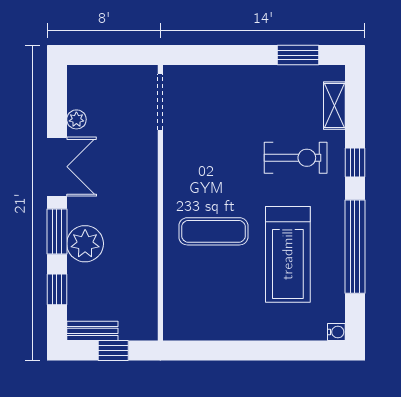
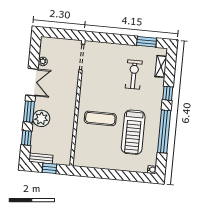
exercise bike: (296, 158) -> (134, 74), moved, turned -90

